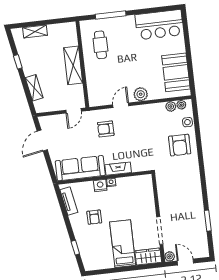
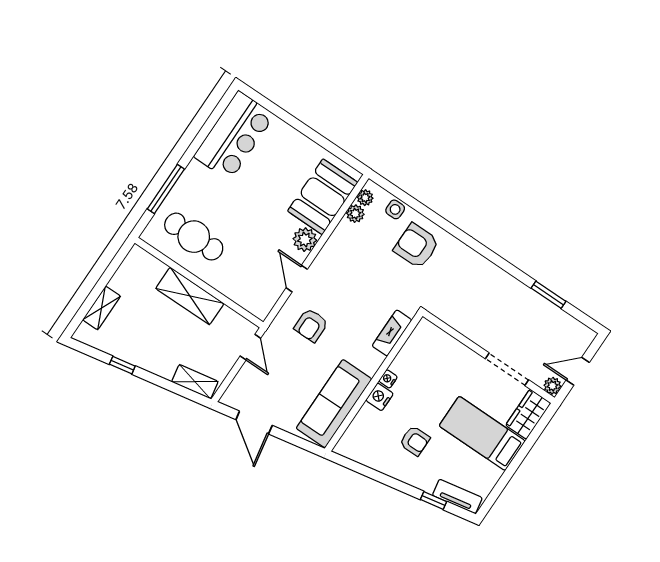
cafe table: (100, 45) -> (194, 237), width x1.37, depth x1.35
booth: (176, 72) -> (323, 197), moved, turned 90
shelving: (34, 88) -> (195, 382), moved
armchair: (180, 145) -> (416, 246), turned 180
fireplace: (118, 169) -> (392, 333), moved
tv unit: (69, 201) -> (457, 496), moved

